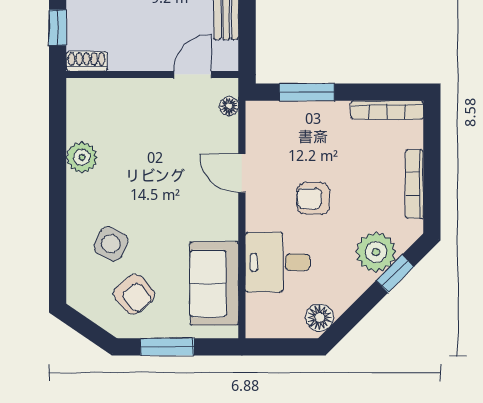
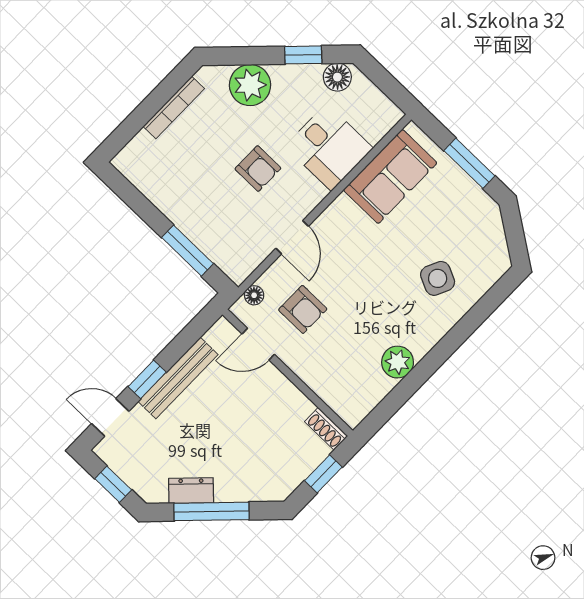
bookcase: (387, 110) -> (141, 181), removed
window: (395, 274) -> (303, 55), moved
armchair: (134, 294) -> (303, 309), moved, turned 131

